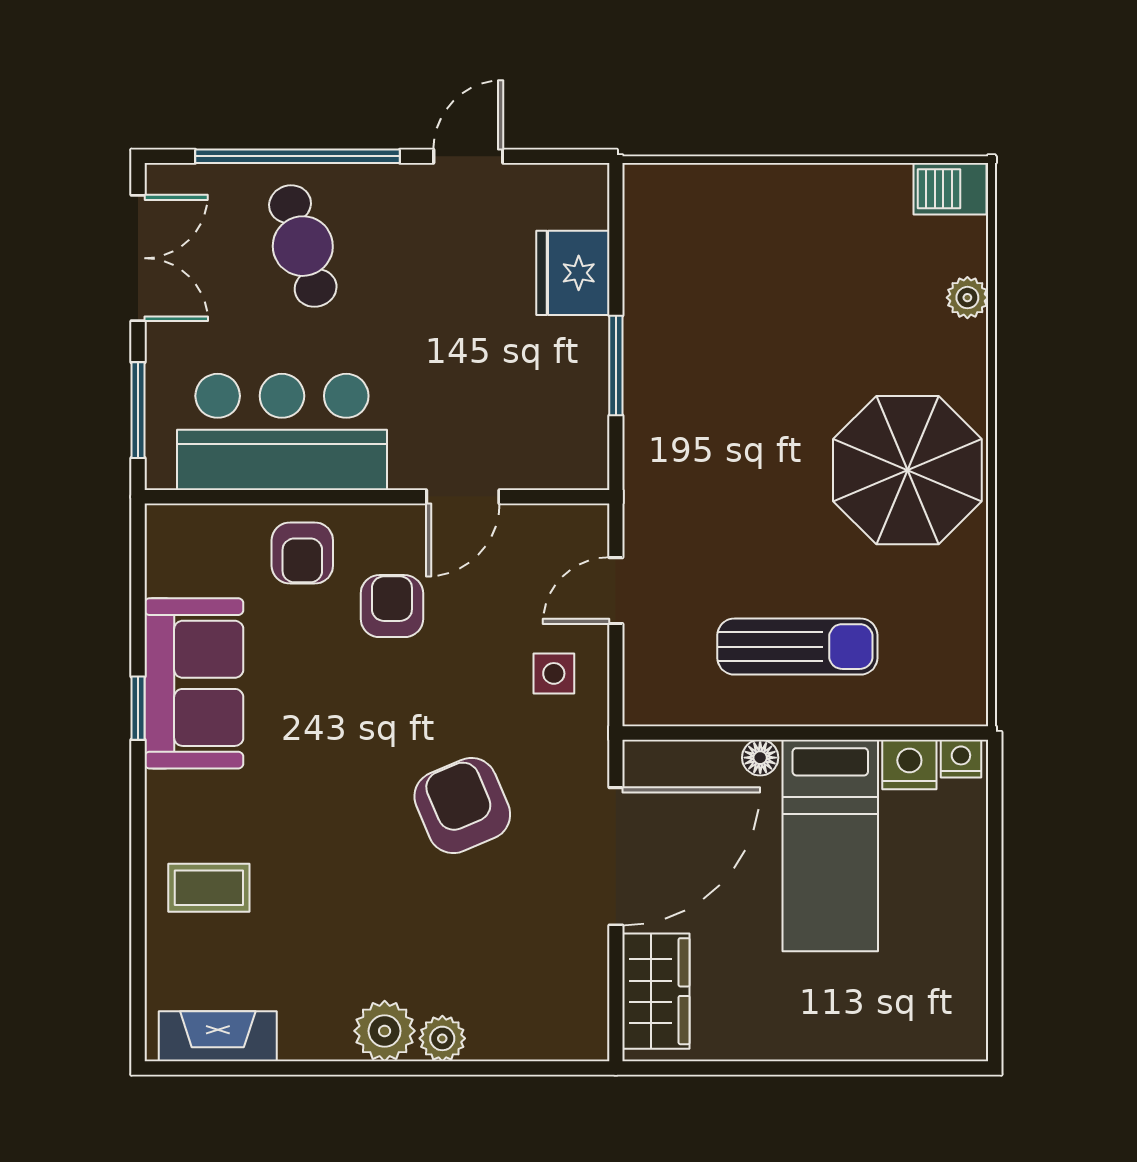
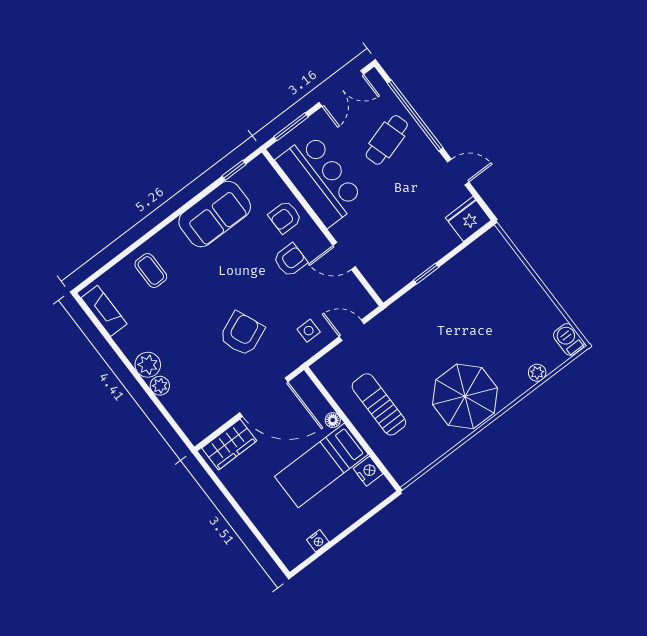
fridge: (573, 273) -> (468, 219), moved
window: (616, 366) -> (426, 274), width x0.67
sun lounger: (797, 647) -> (379, 404), turned 180
window: (138, 708) -> (234, 170), moved
nightstand: (961, 759) -> (318, 541), moved, turned 90

